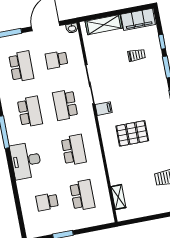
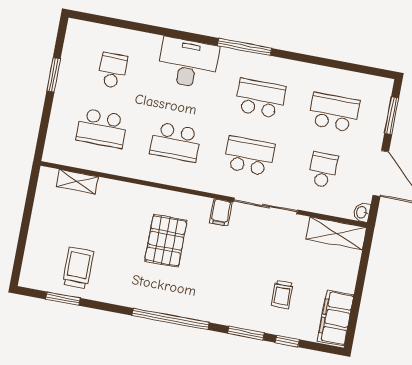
shelving: (104, 25) -> (336, 233), moved, turned 90
school desk: (21, 66) -> (334, 112), turned 180
school desk: (30, 112) -> (260, 98), turned 180

